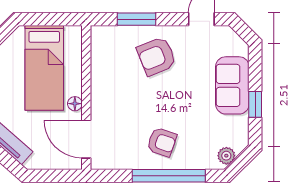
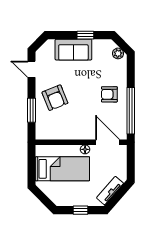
door: (86, 139) -> (108, 142), swing flipped
armchair: (162, 142) -> (109, 94), turned -109
window: (169, 176) -> (131, 111), moved

